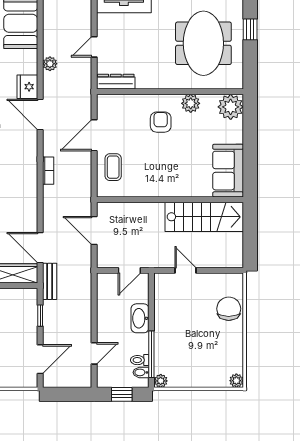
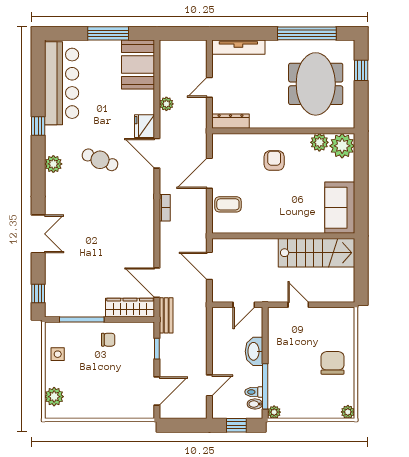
plant: (191, 103) -> (319, 142), moved
coffee table: (113, 167) -> (228, 204), turned 90
chair: (229, 309) -> (332, 363), moved

